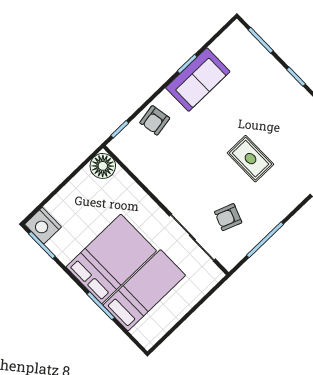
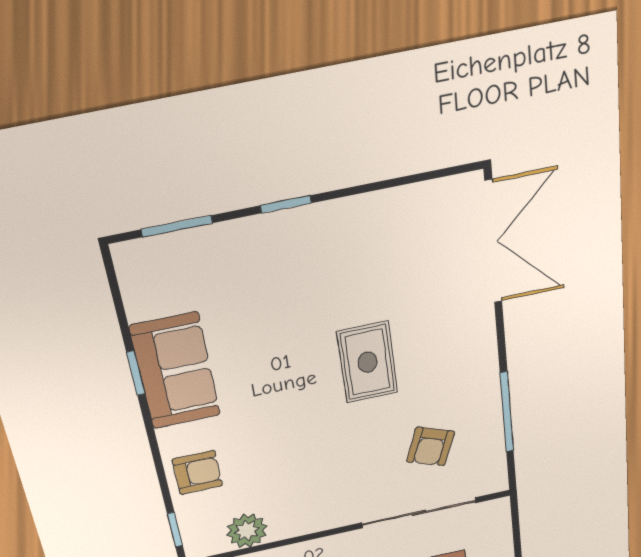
armchair: (155, 120) -> (197, 473), turned -80
rug: (250, 159) -> (367, 362), turned 90
plant: (138, 163) -> (247, 531), added

